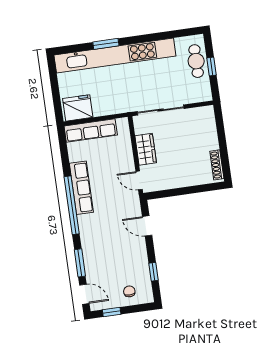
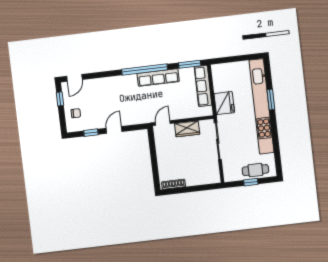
fridge: (78, 108) -> (224, 103), moved
door: (147, 226) -> (114, 130), moved
window: (80, 263) -> (190, 64), moved

